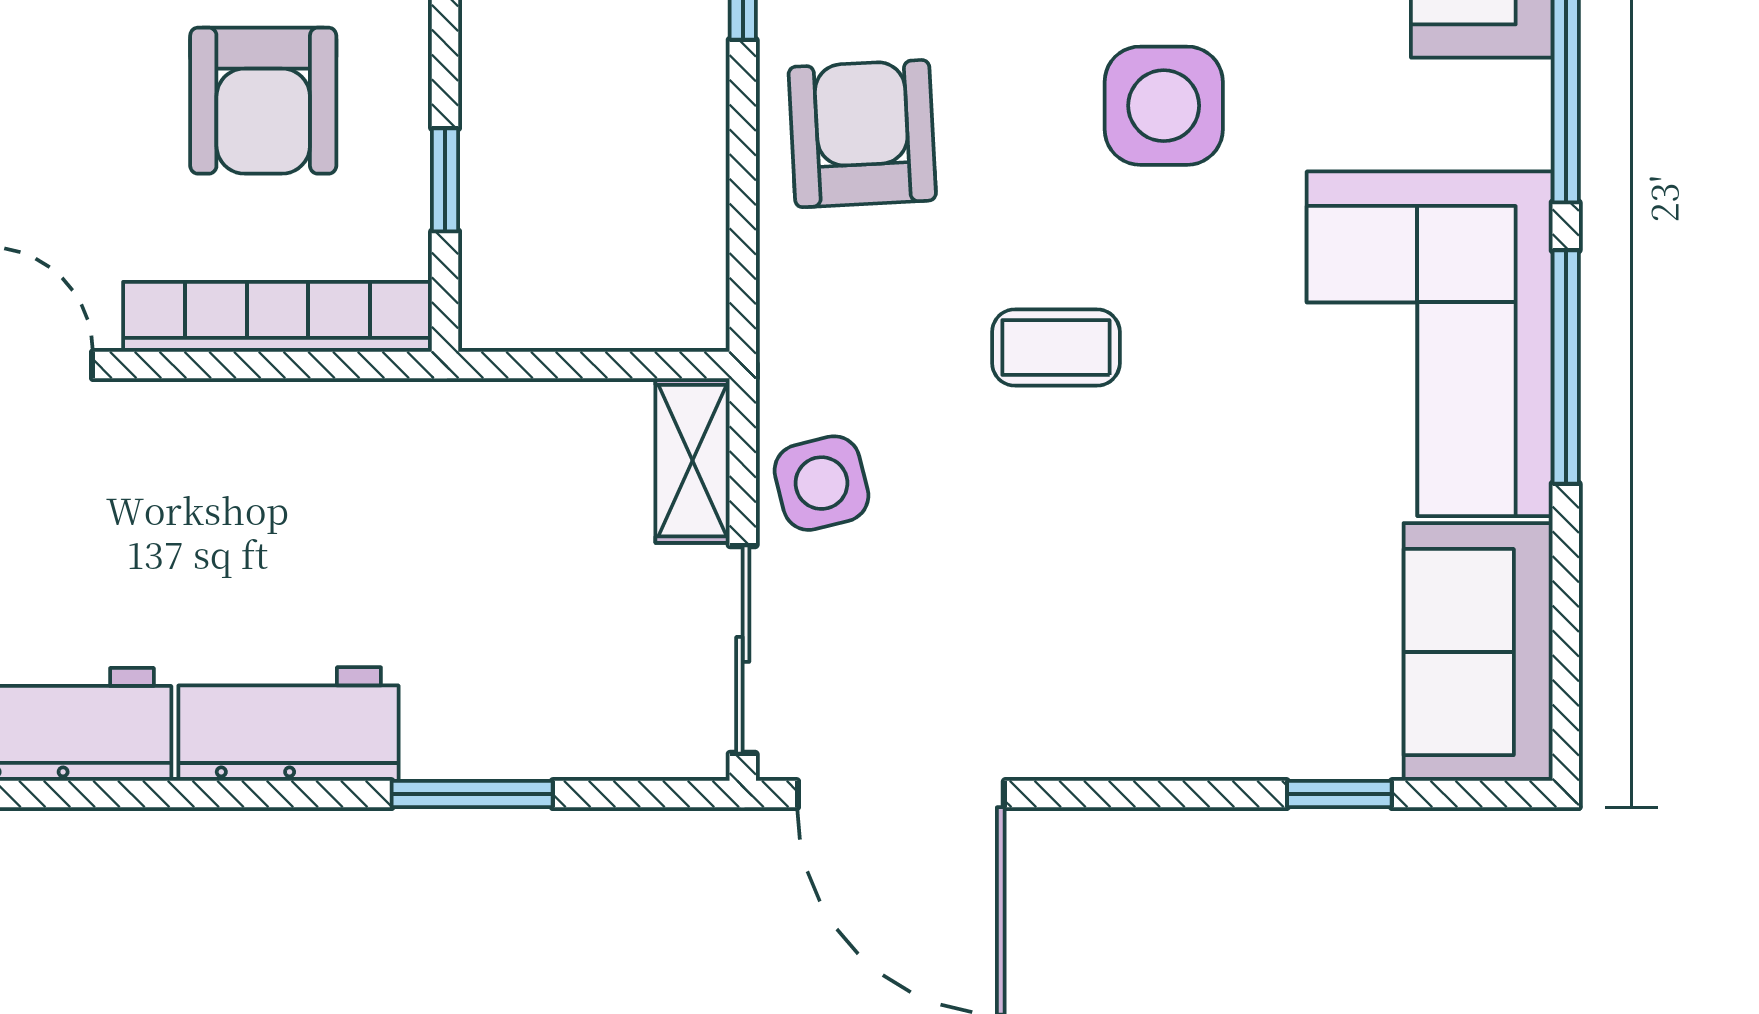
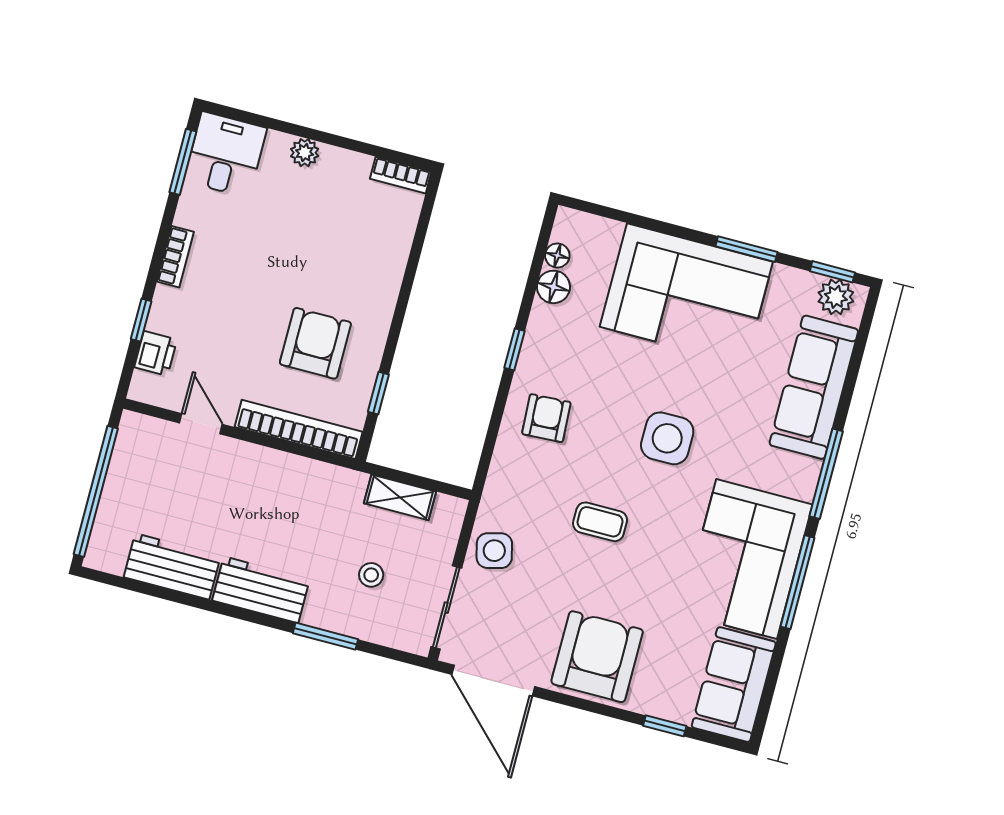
armchair: (263, 101) -> (315, 343), turned 180
armchair: (862, 134) -> (546, 418), width x0.72, depth x0.72
shelving: (693, 461) -> (400, 497), moved, turned 90
stool: (543, 619) -> (371, 575), added
armchair: (1134, 671) -> (597, 657), added

